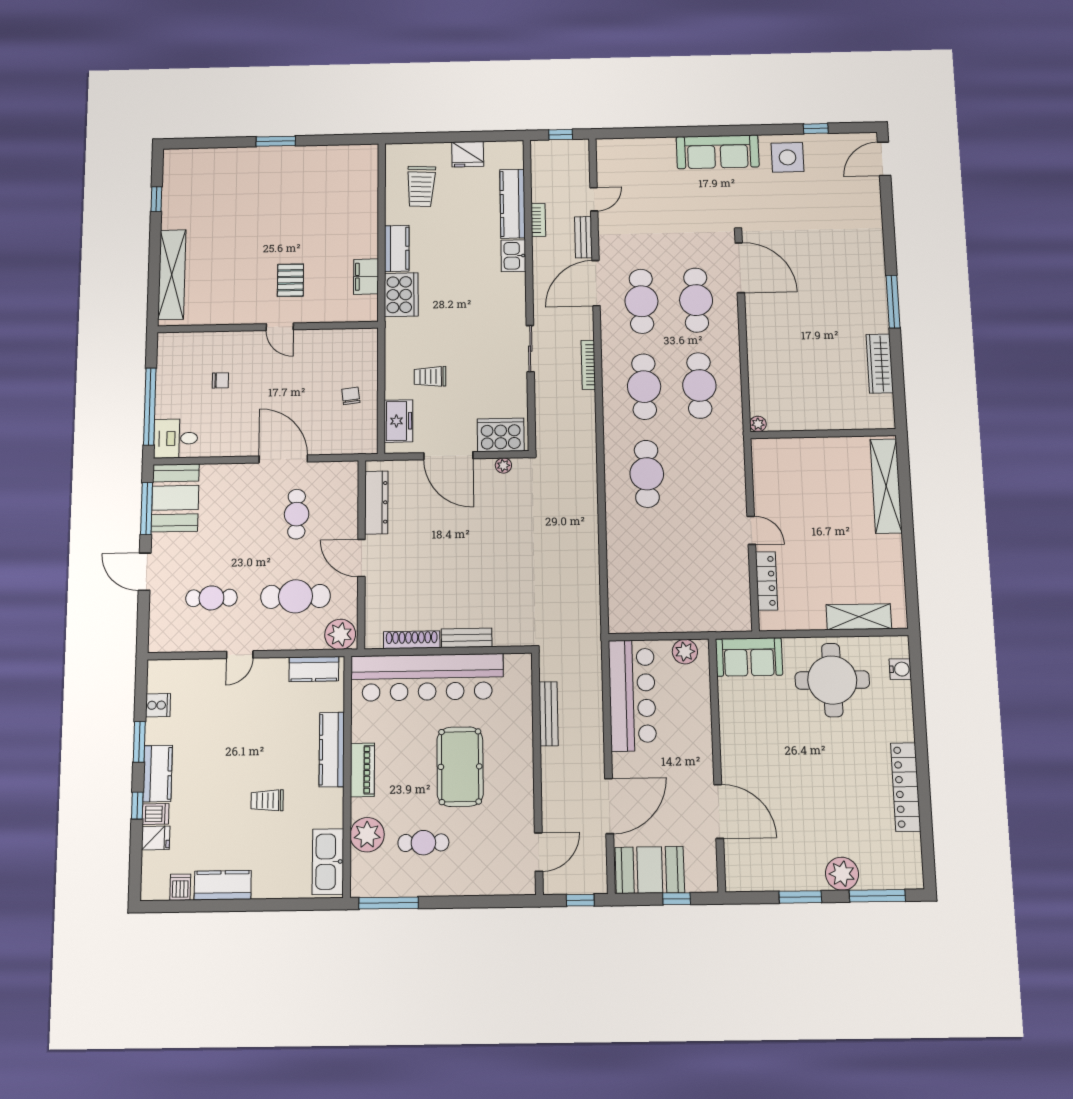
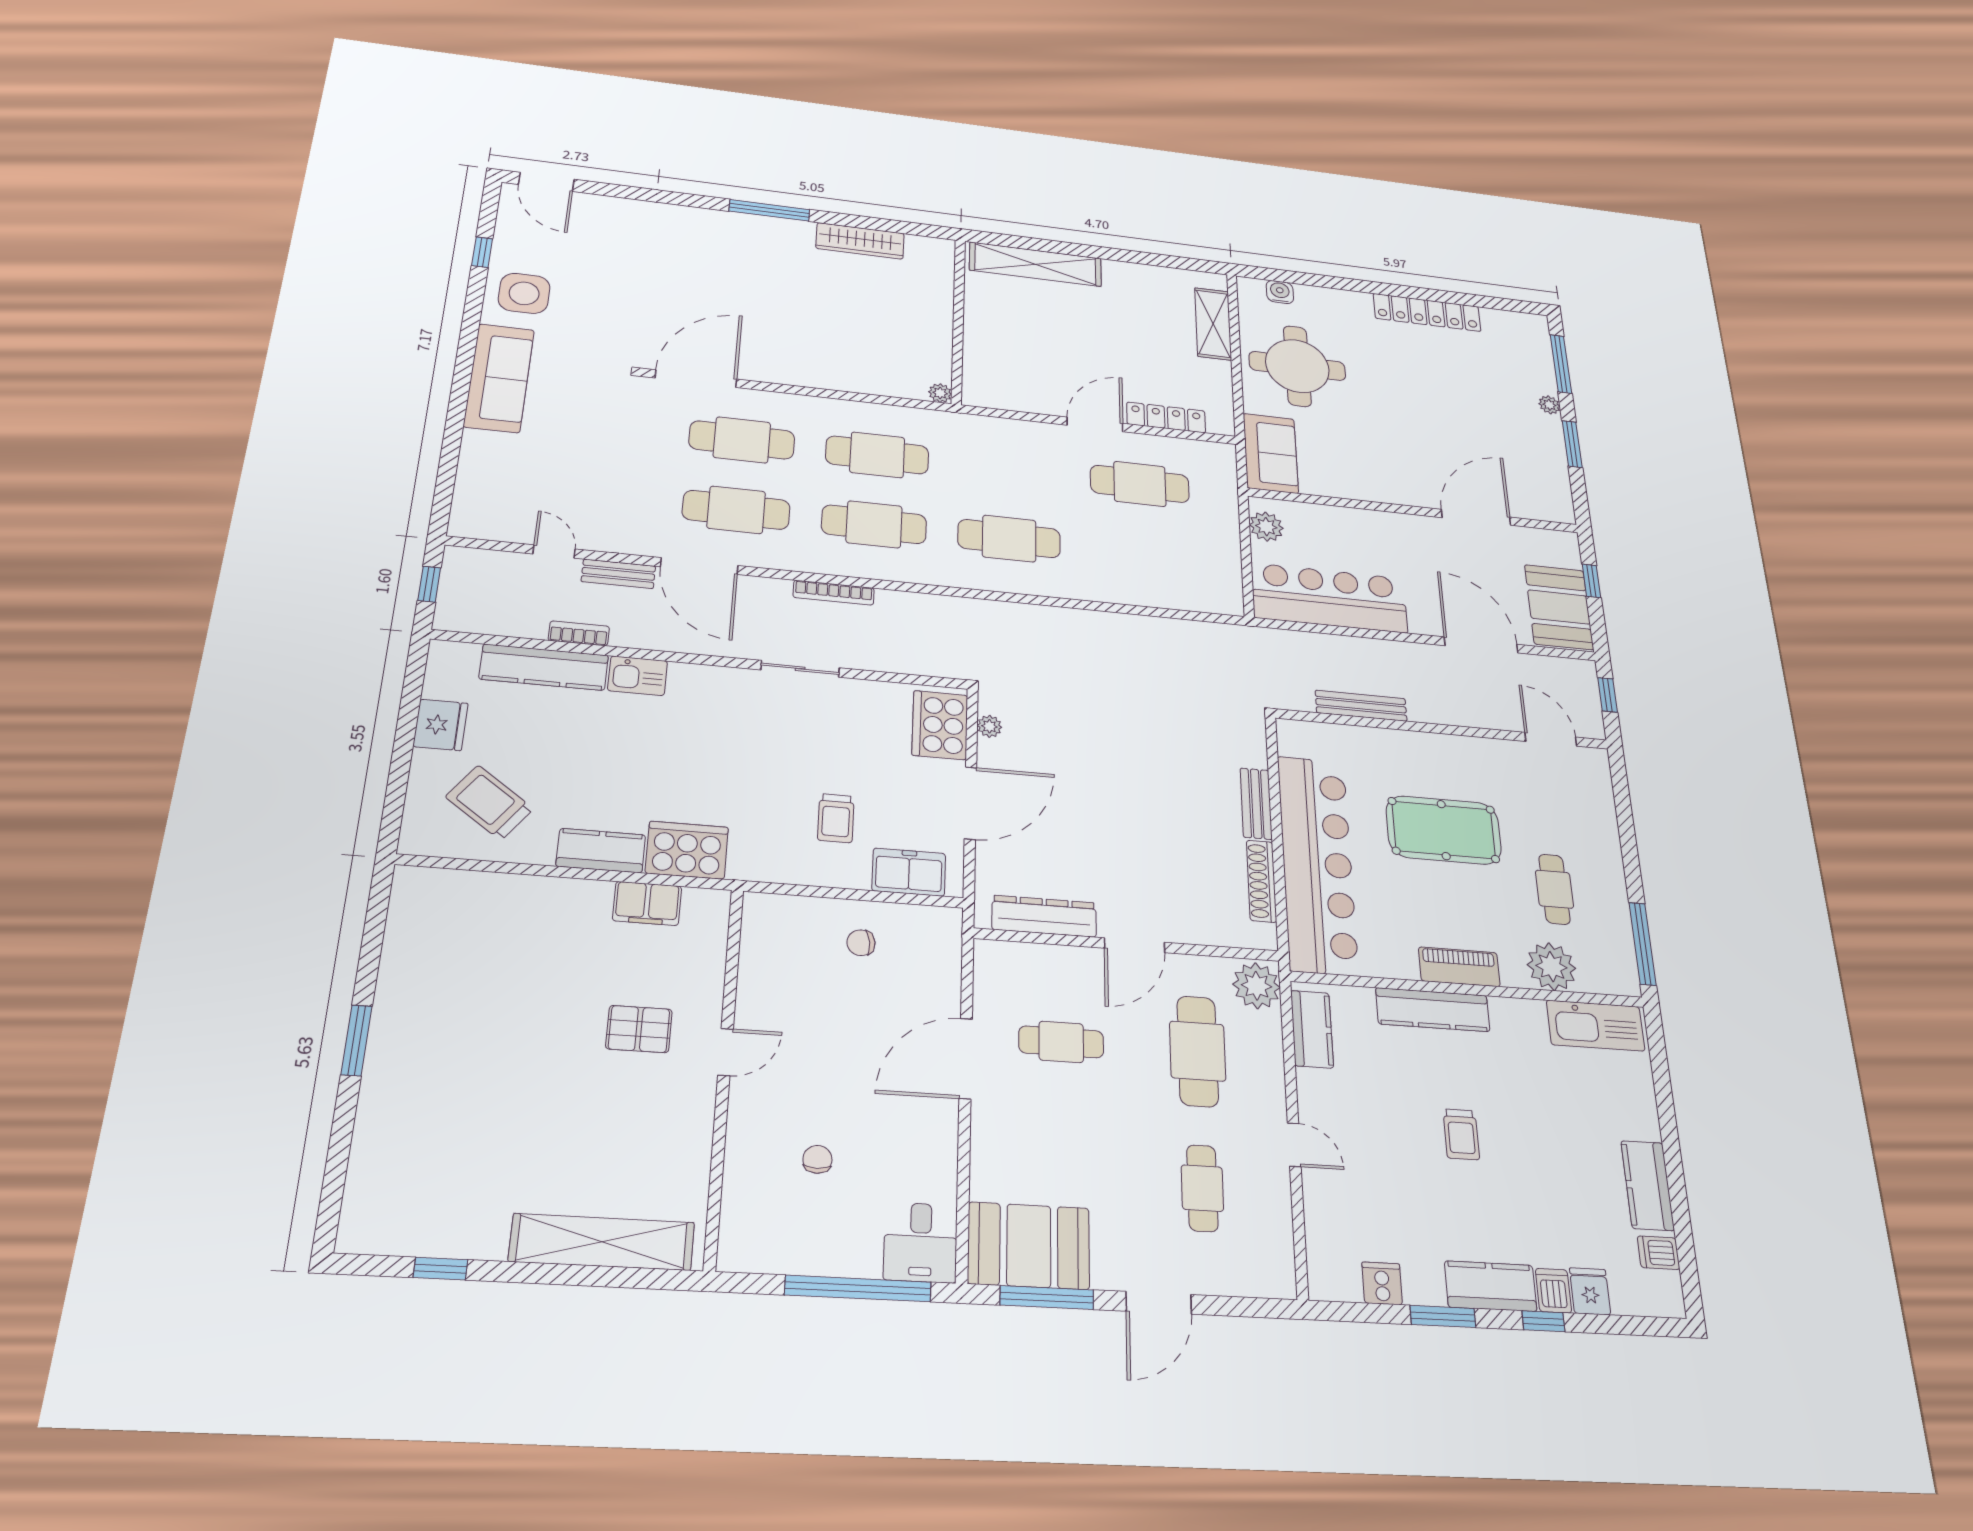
trolley: (421, 186) -> (489, 803), turned -147
door: (751, 530) -> (1095, 424), width x1.38
cafe table: (706, 562) -> (1140, 484), added
trolley: (267, 800) -> (1461, 1134), moved
plant: (842, 874) -> (1549, 405), width x0.53, depth x0.53

